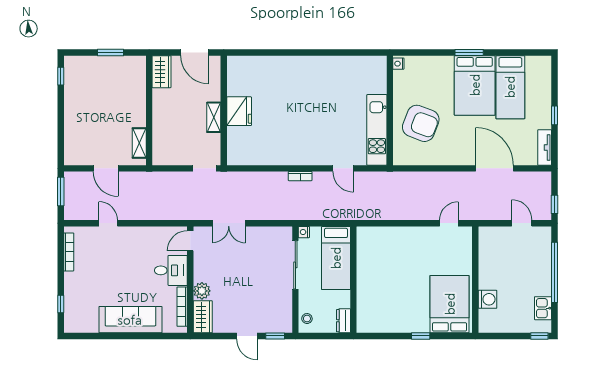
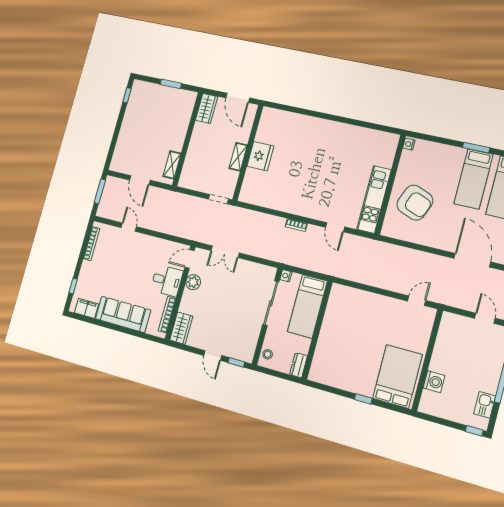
bed: (475, 85) -> (473, 179), width x0.67
plant: (202, 291) -> (193, 282), moved
filing cabinet: (85, 324) -> (87, 308), added

